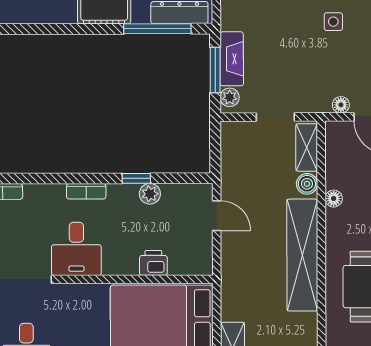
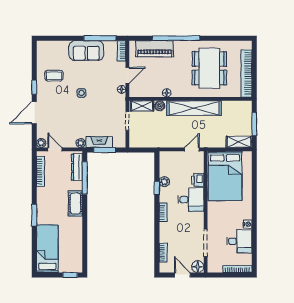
plant: (230, 97) -> (81, 143), moved
door: (217, 216) -> (192, 149), moved
desk: (76, 249) -> (191, 200), moved

